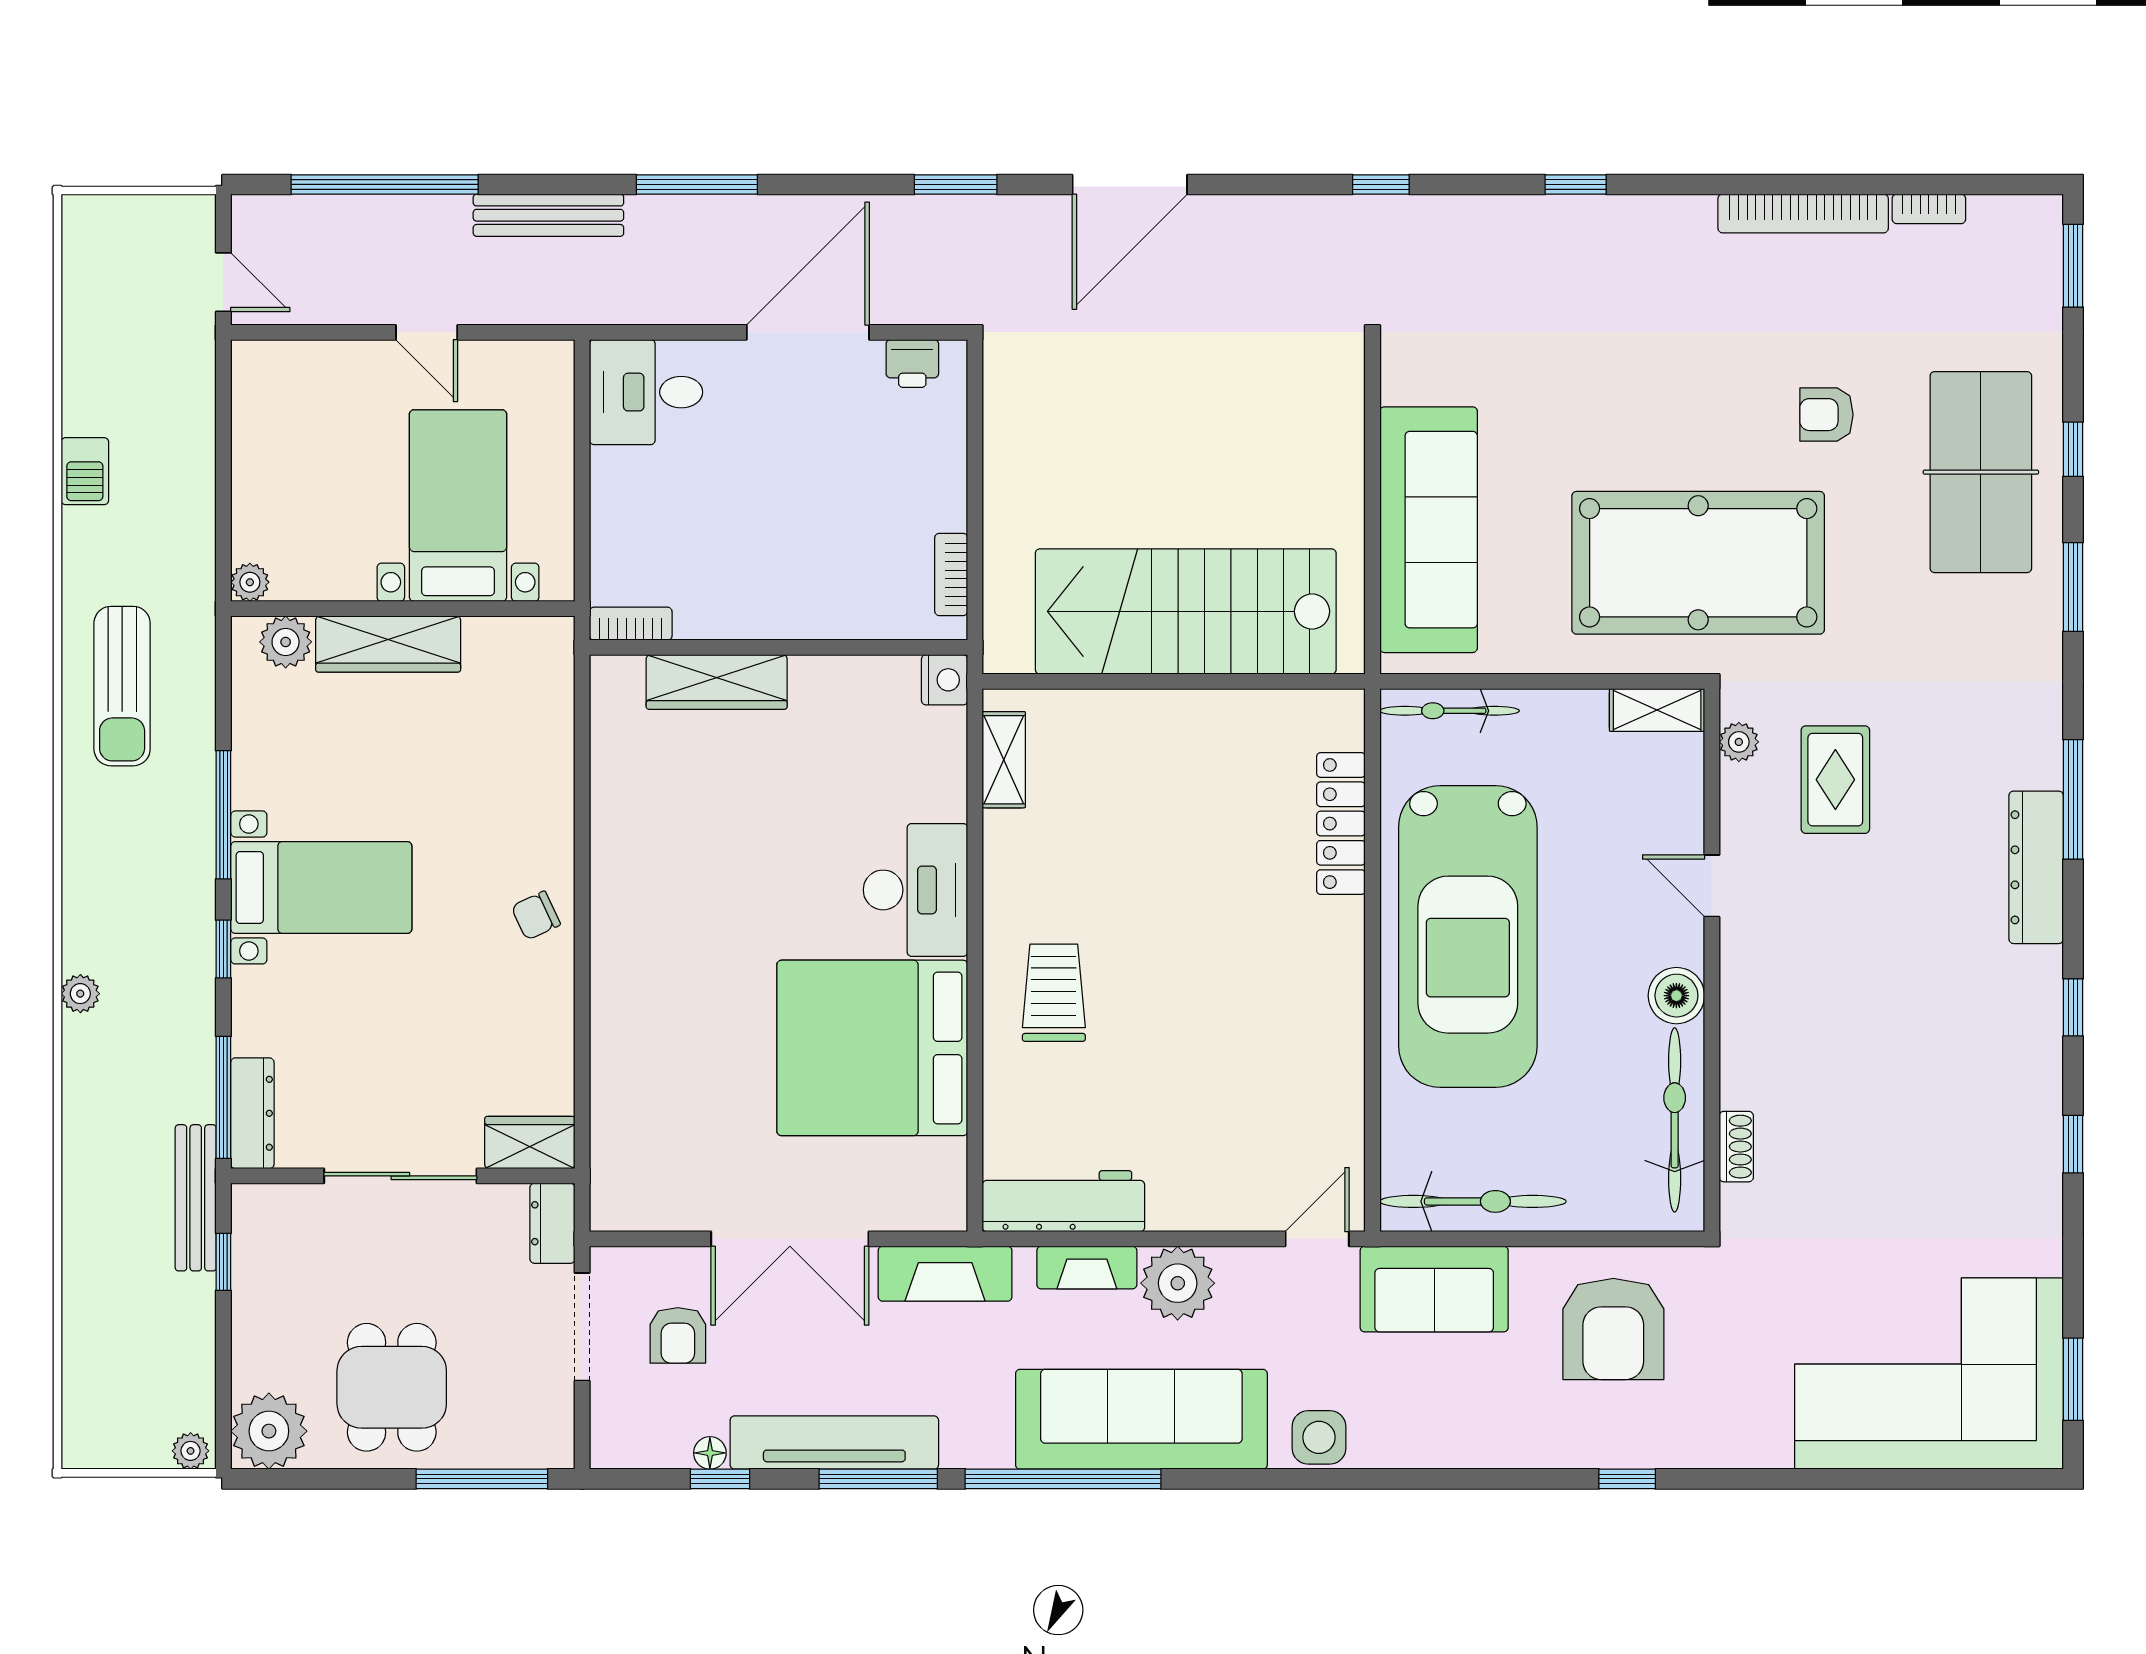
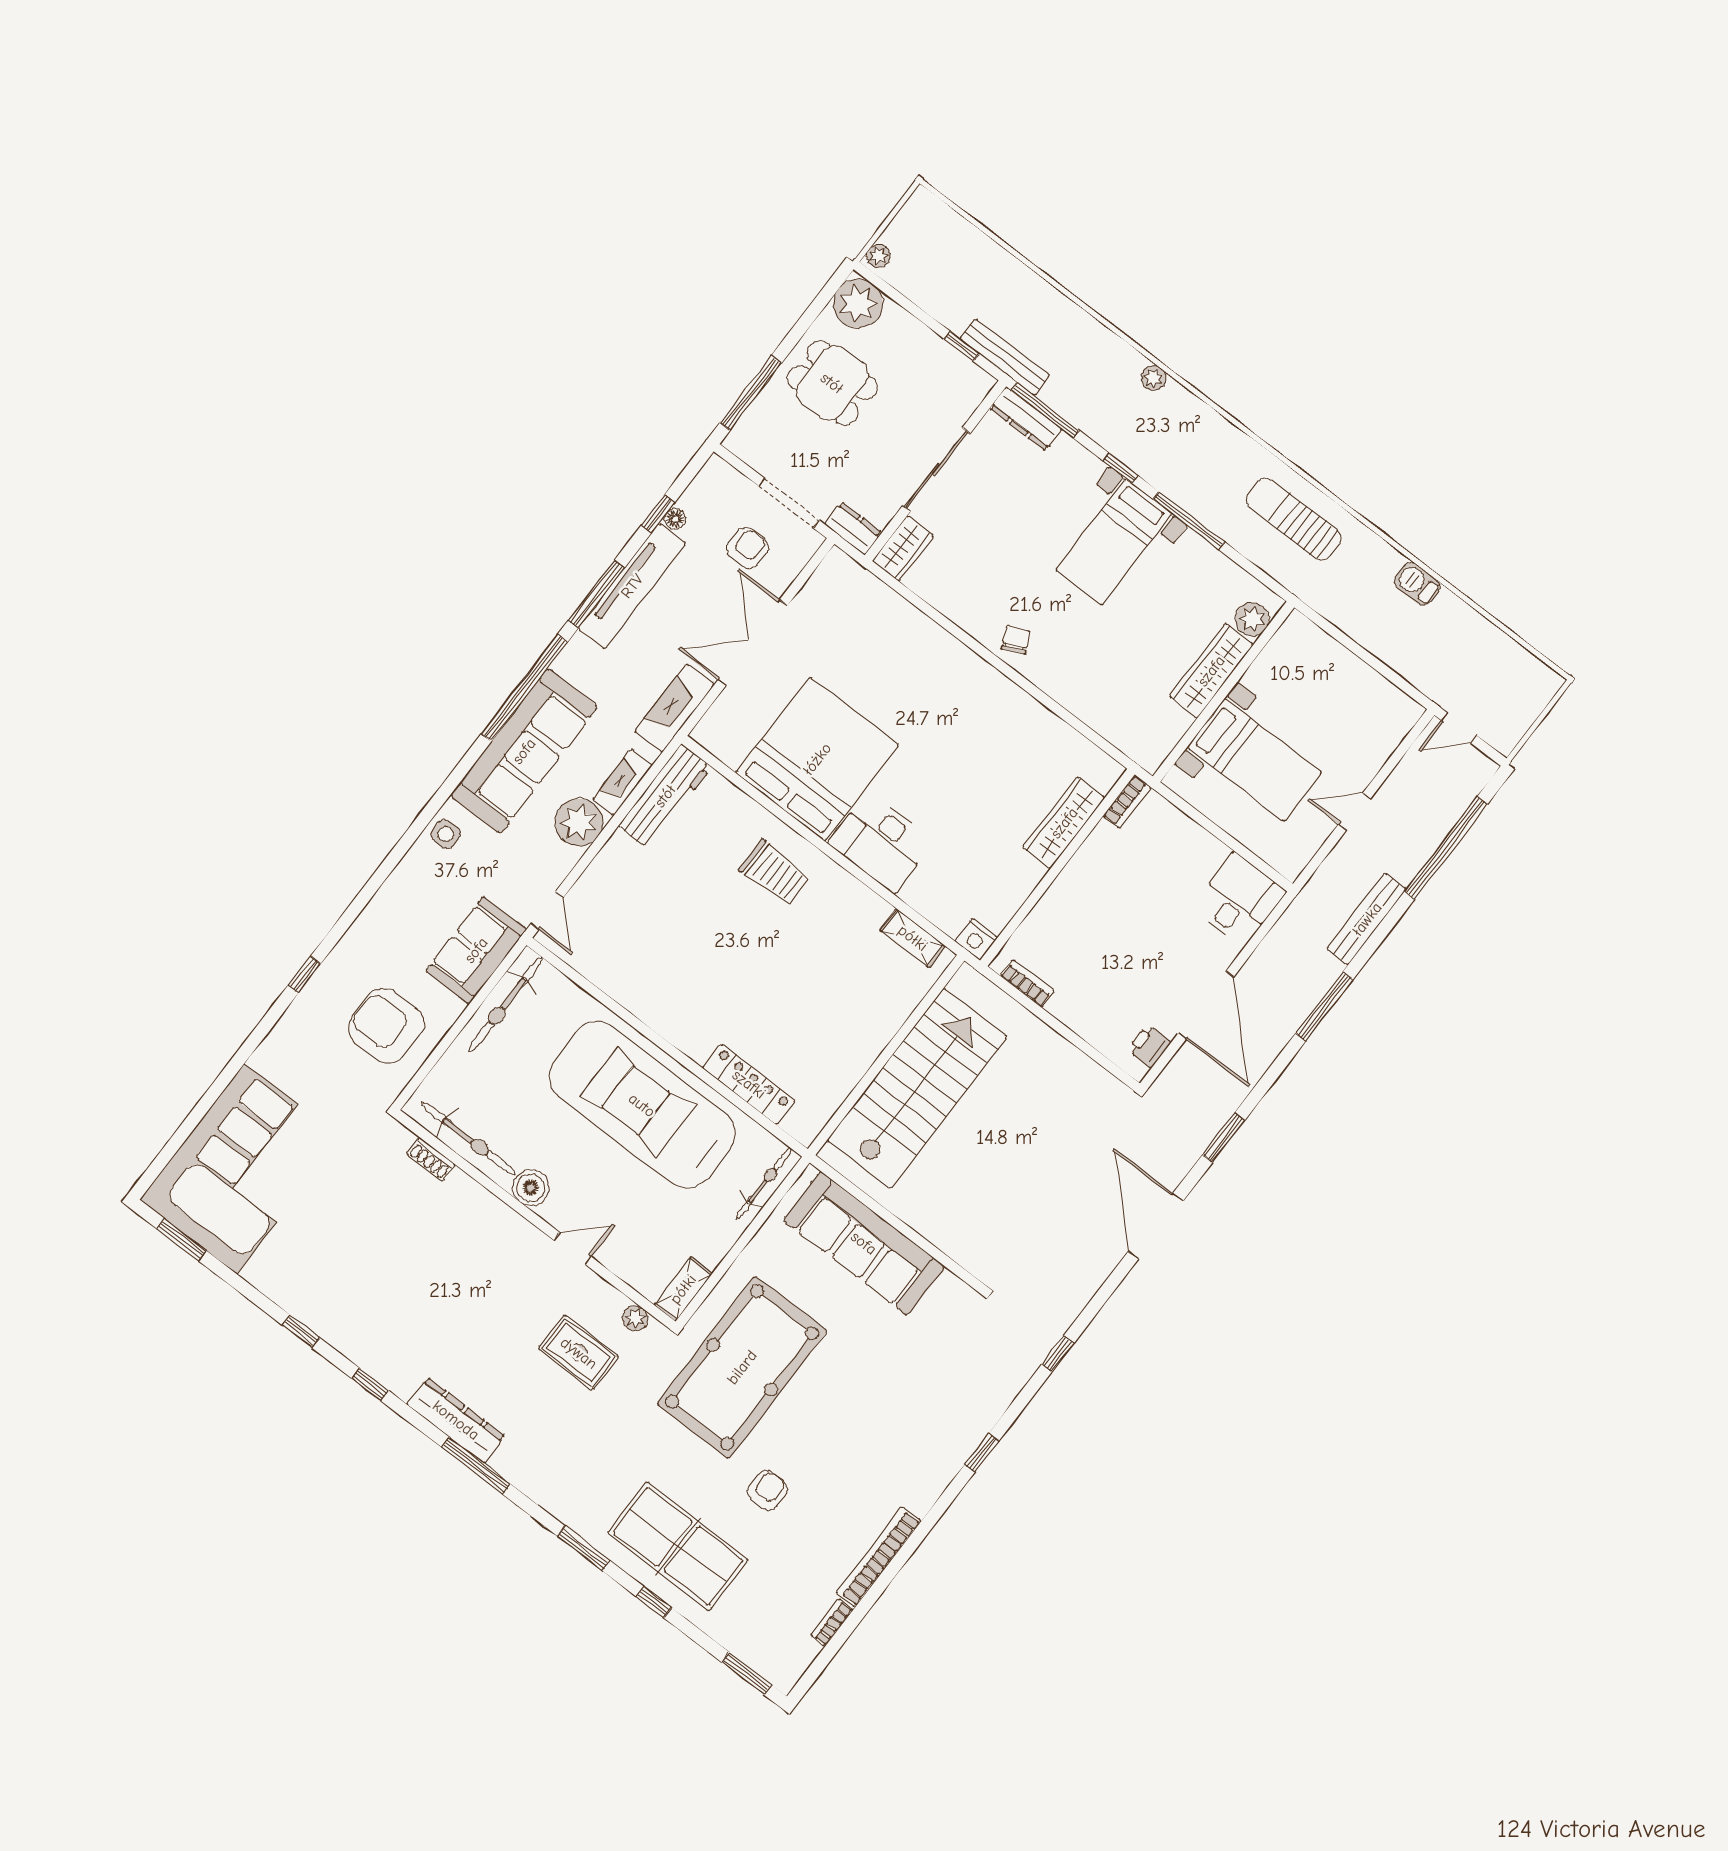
plant: (250, 582) -> (1296, 624), removed
armchair: (678, 1335) -> (747, 548), turned 90
side table: (1319, 1437) -> (446, 834), width x0.73, depth x0.73

